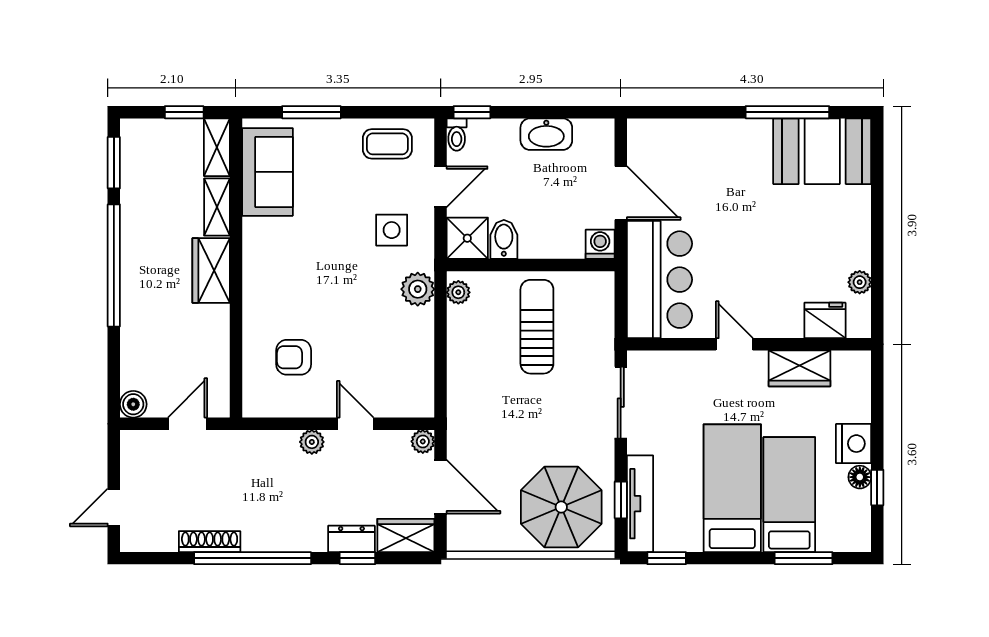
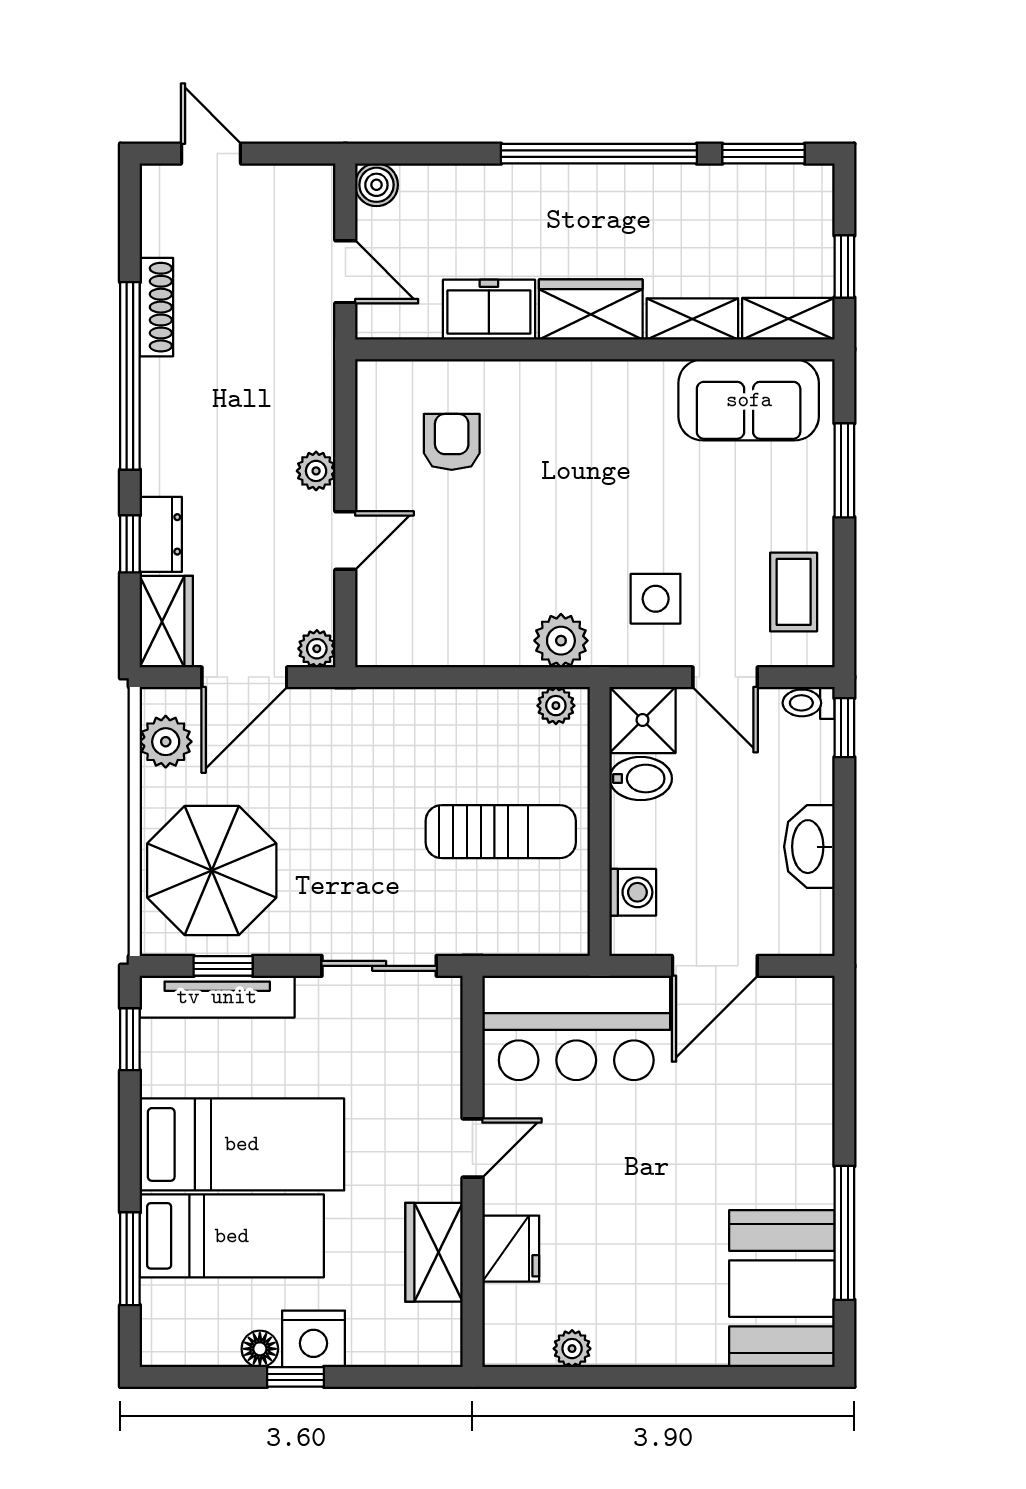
washing machine: (600, 244) -> (633, 892), moved
fridge: (825, 320) -> (511, 1249), moved
freezer: (211, 334) -> (489, 310), added
window: (877, 488) -> (295, 1377), moved
plant: (481, 536) -> (166, 742), added

